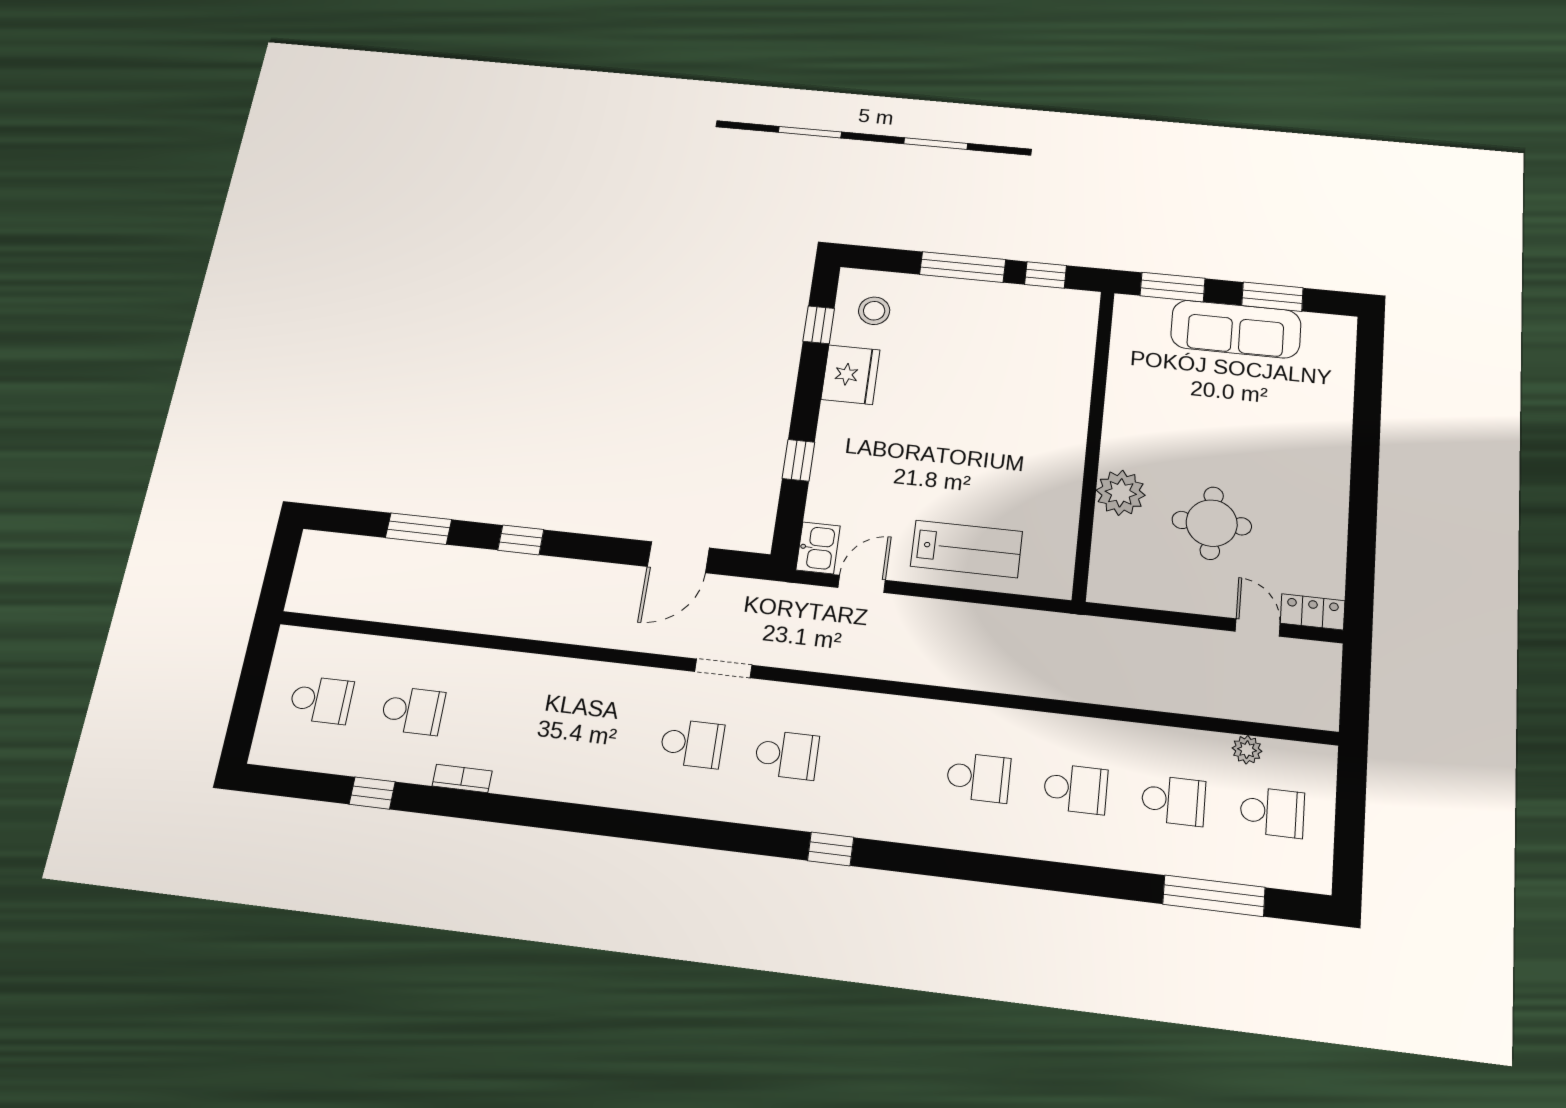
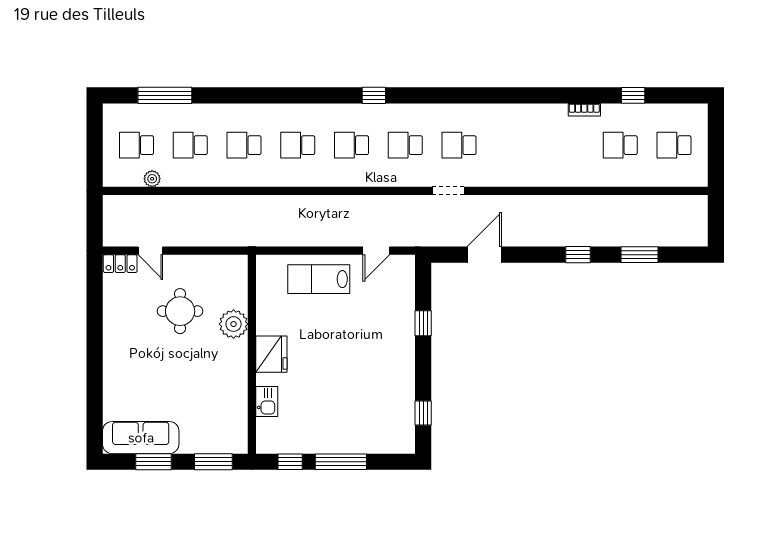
stool: (874, 311) -> (391, 426), removed
sofa: (1236, 329) -> (141, 438), moved
fridge: (851, 375) -> (271, 354), moved, turned 180
kitchen sink: (818, 548) -> (267, 401), moved, turned 180
school desk: (882, 766) -> (351, 145), added

